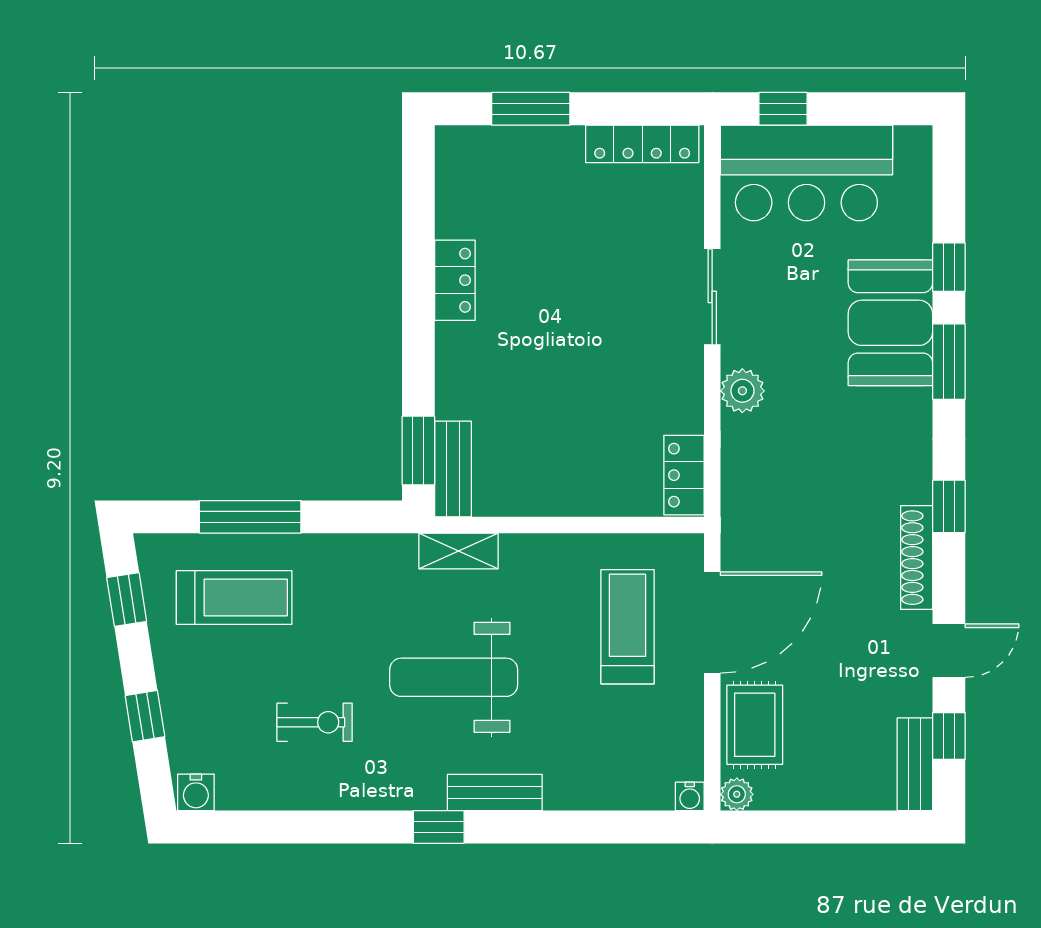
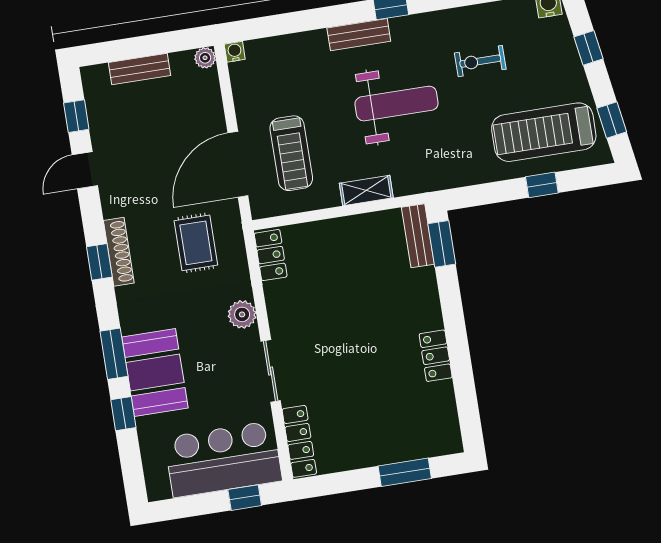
locker: (642, 144) -> (299, 441), moved, turned 90
window: (250, 517) -> (542, 185), width x0.46
shelving: (458, 551) -> (366, 191), moved
shoe rack: (917, 558) -> (119, 252), moved
treadmill: (234, 597) -> (544, 132), width x1.37, depth x1.38
rug: (755, 725) -> (196, 243), moved
bench: (915, 764) -> (139, 69), moved, turned 90

